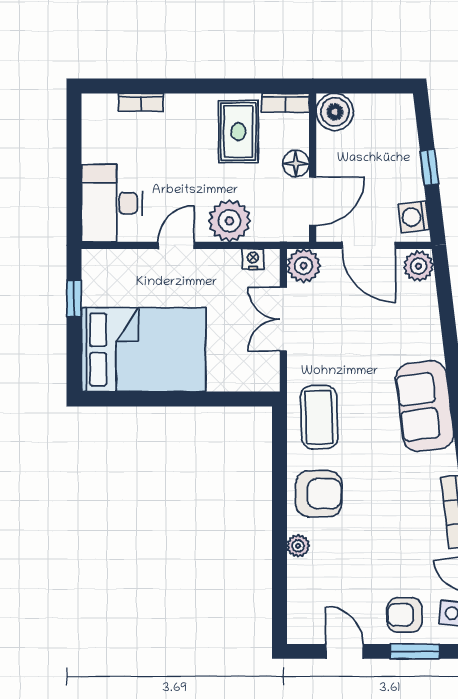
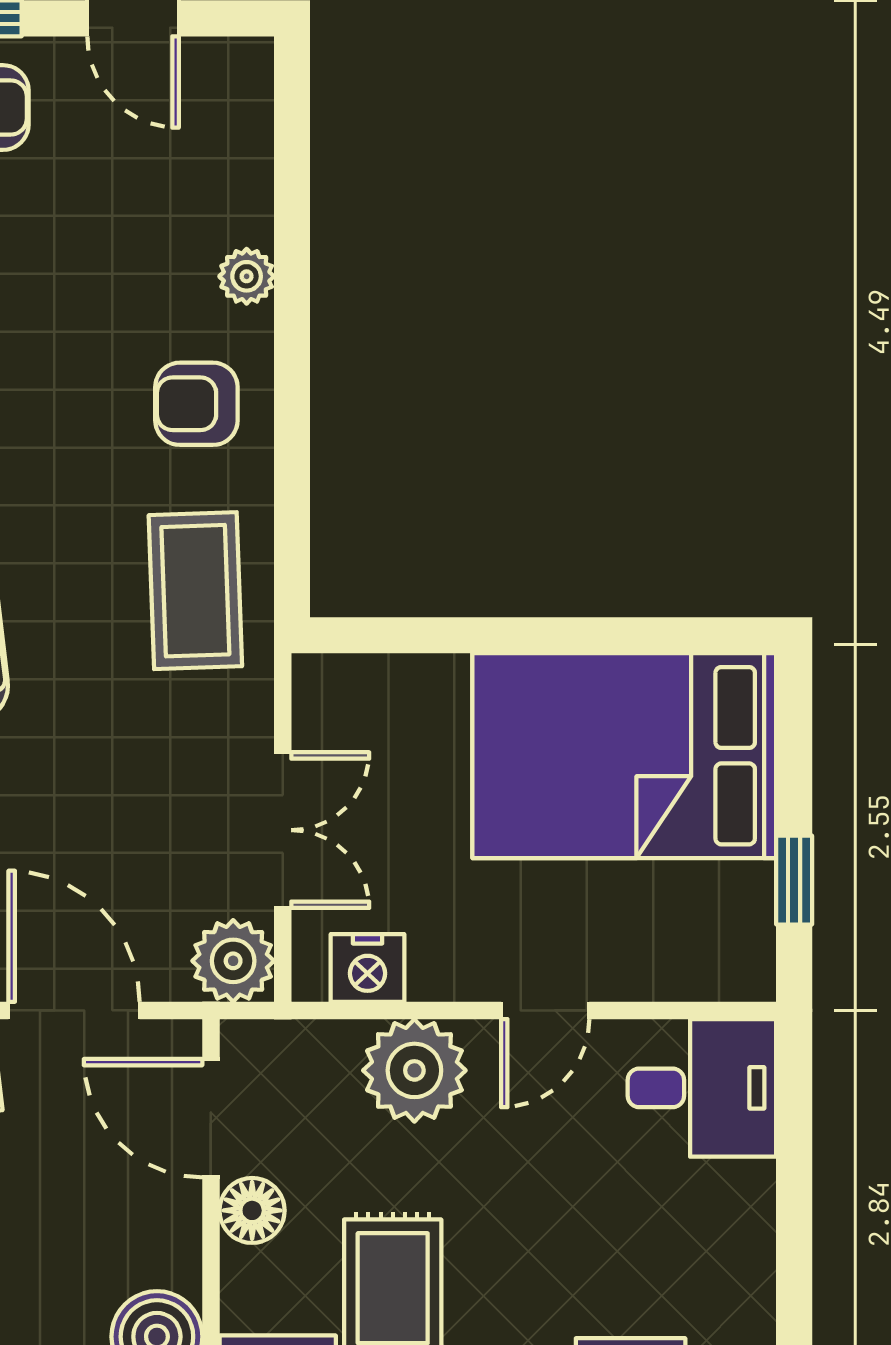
door: (313, 201) -> (211, 1118), hinge flipped
desk: (112, 203) -> (702, 1088), width x0.73
nightstand: (253, 259) -> (367, 968), width x1.39, depth x1.35
armchair: (319, 494) -> (196, 404), width x0.72, depth x0.72

